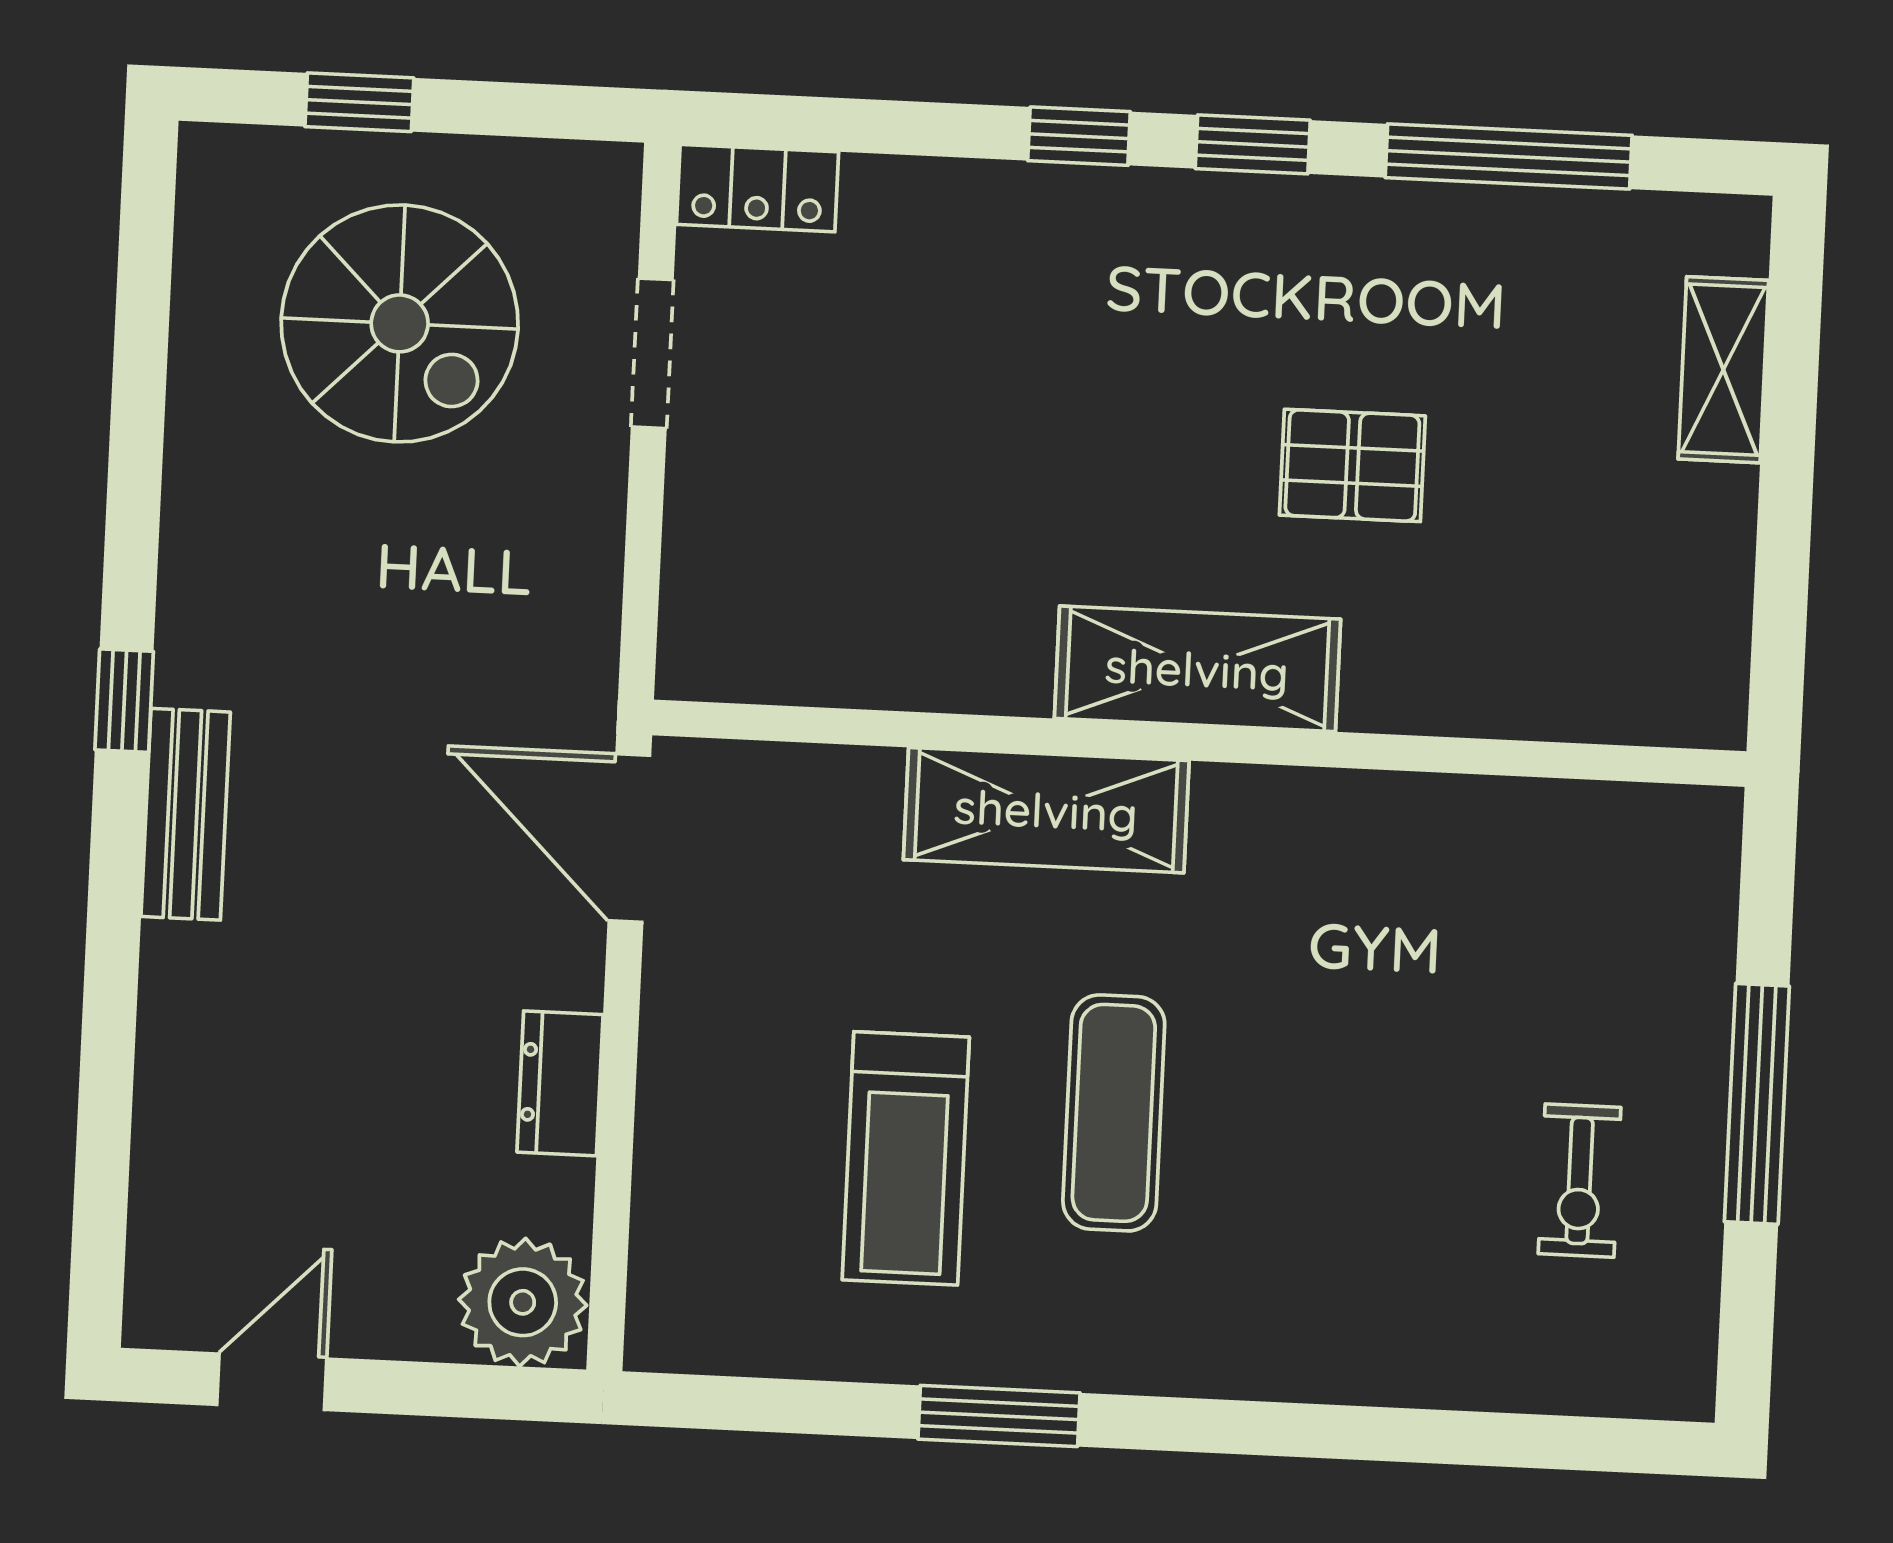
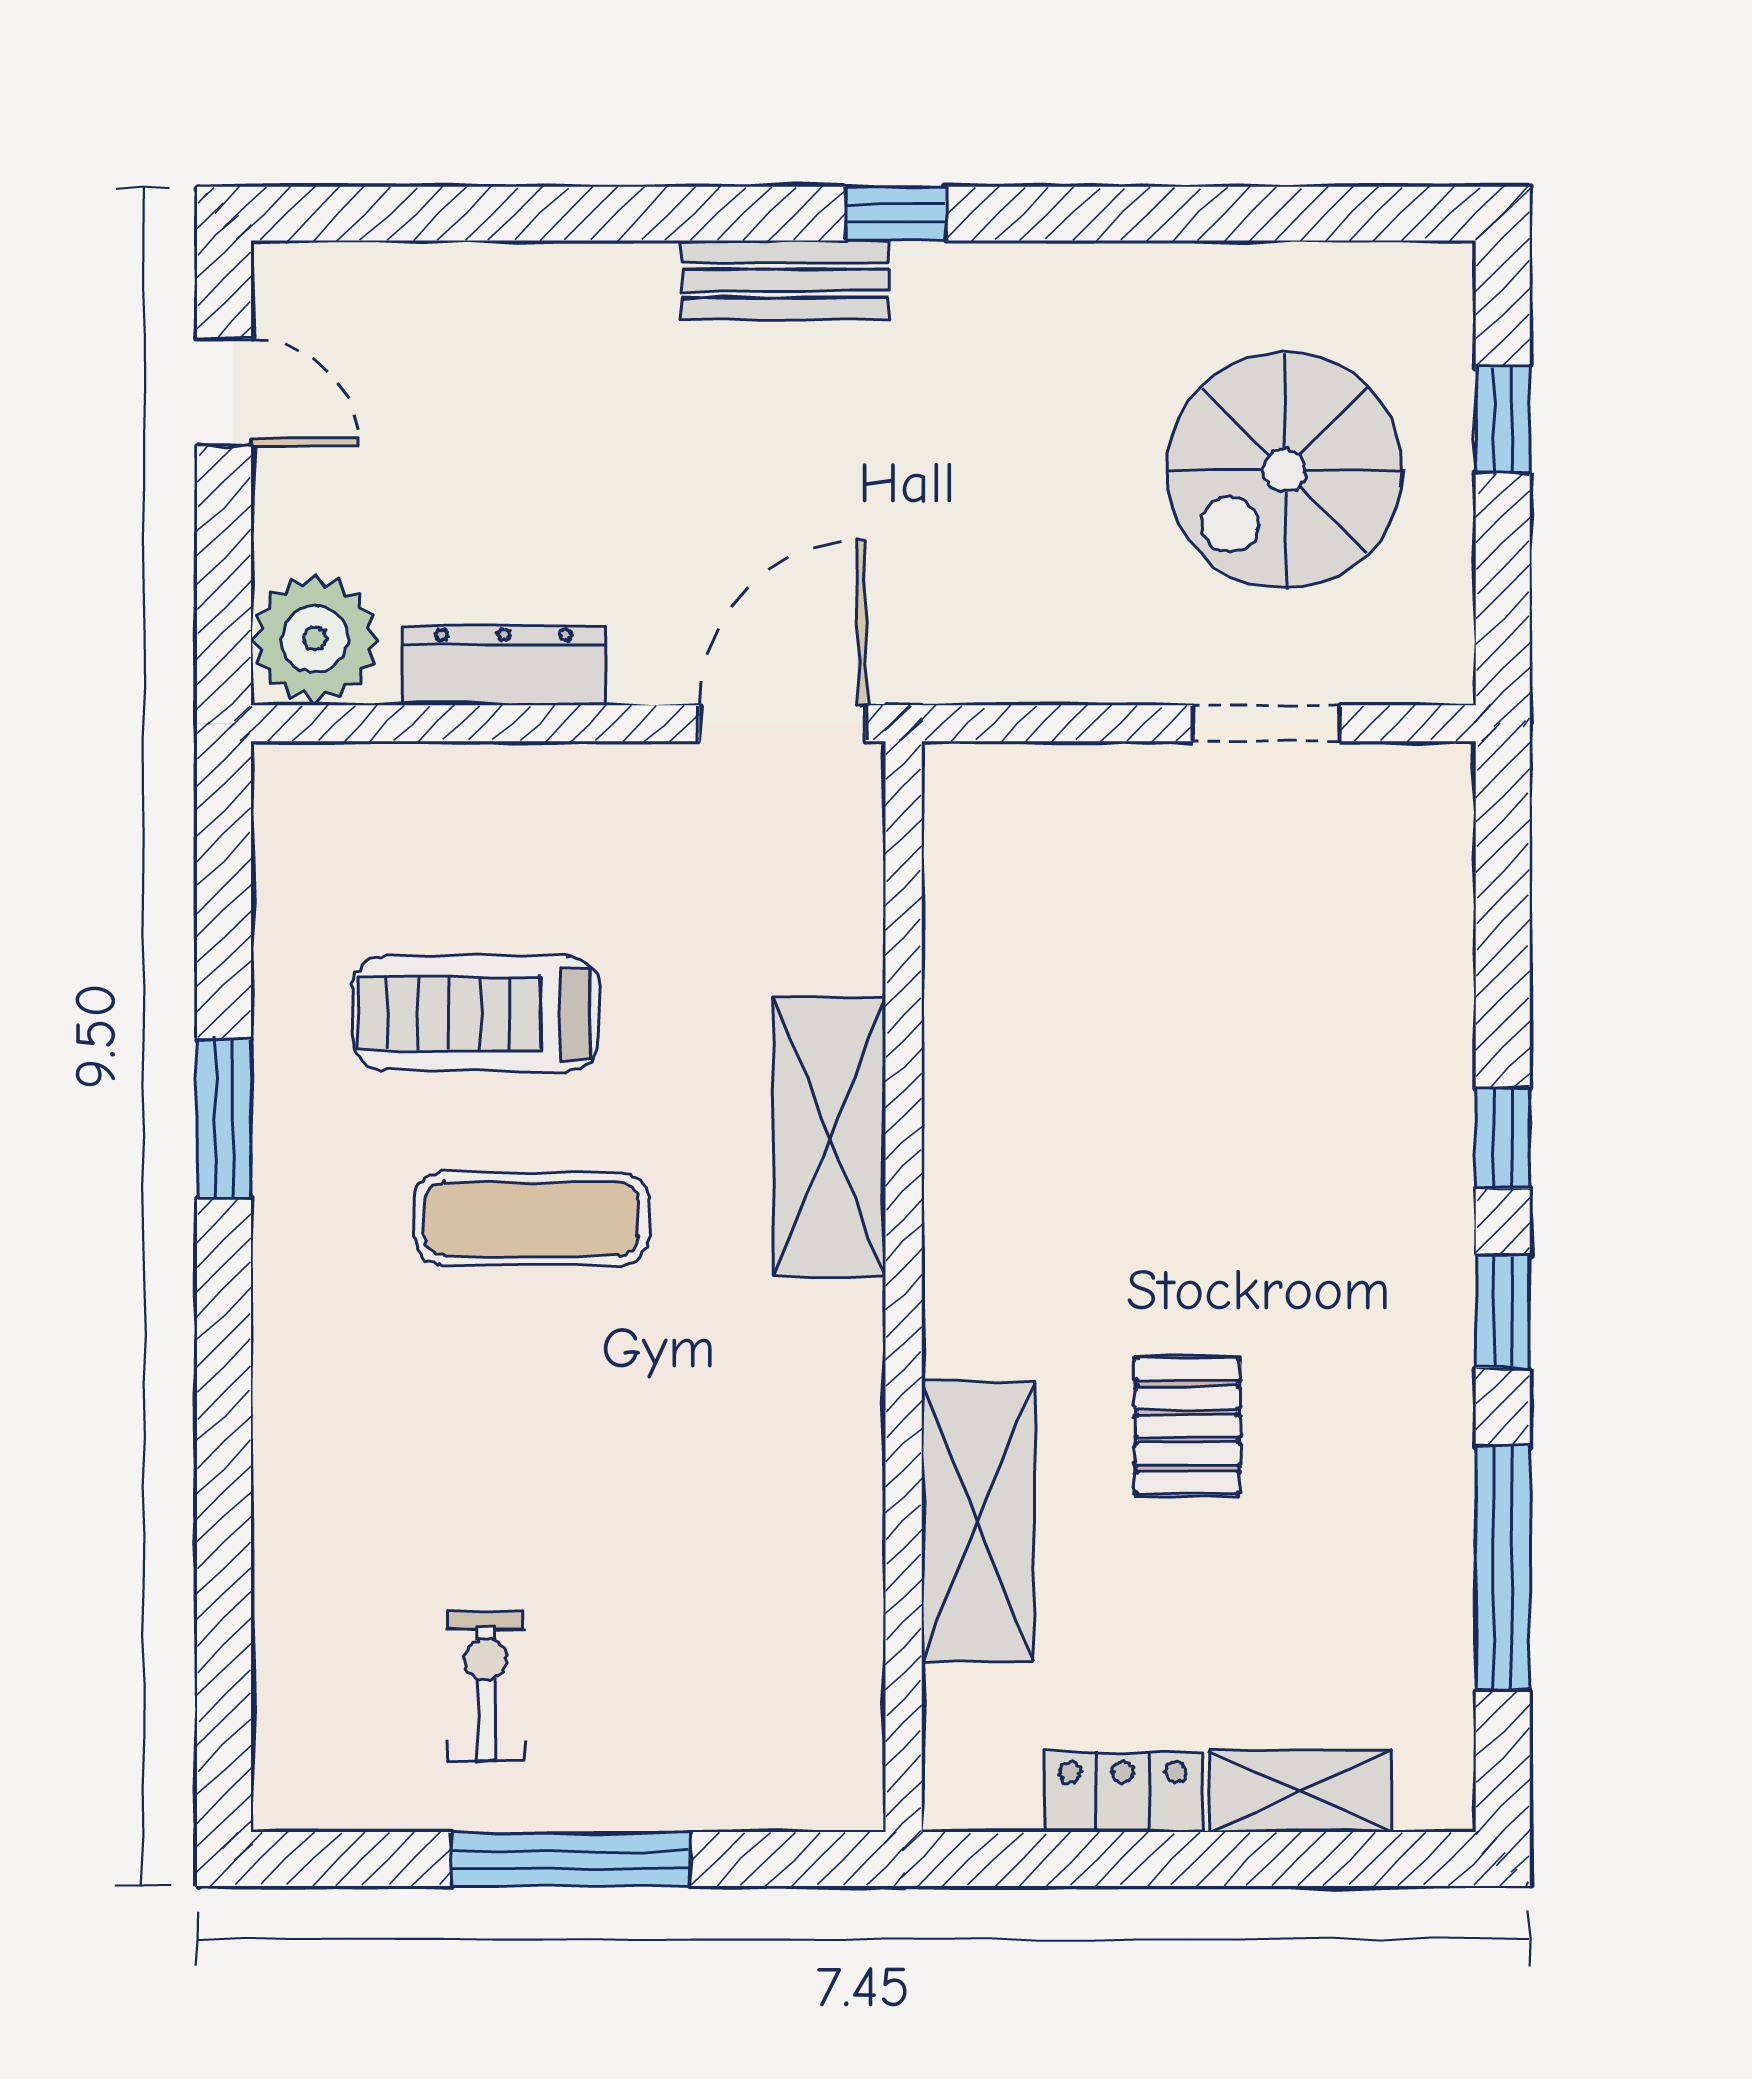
locker: (757, 188) -> (1123, 1792), moved, turned 90
shelving: (1197, 669) -> (978, 1521), moved
dresser: (560, 1083) -> (504, 666), width x1.44
exercise bike: (1580, 1181) -> (486, 1686), turned 90

